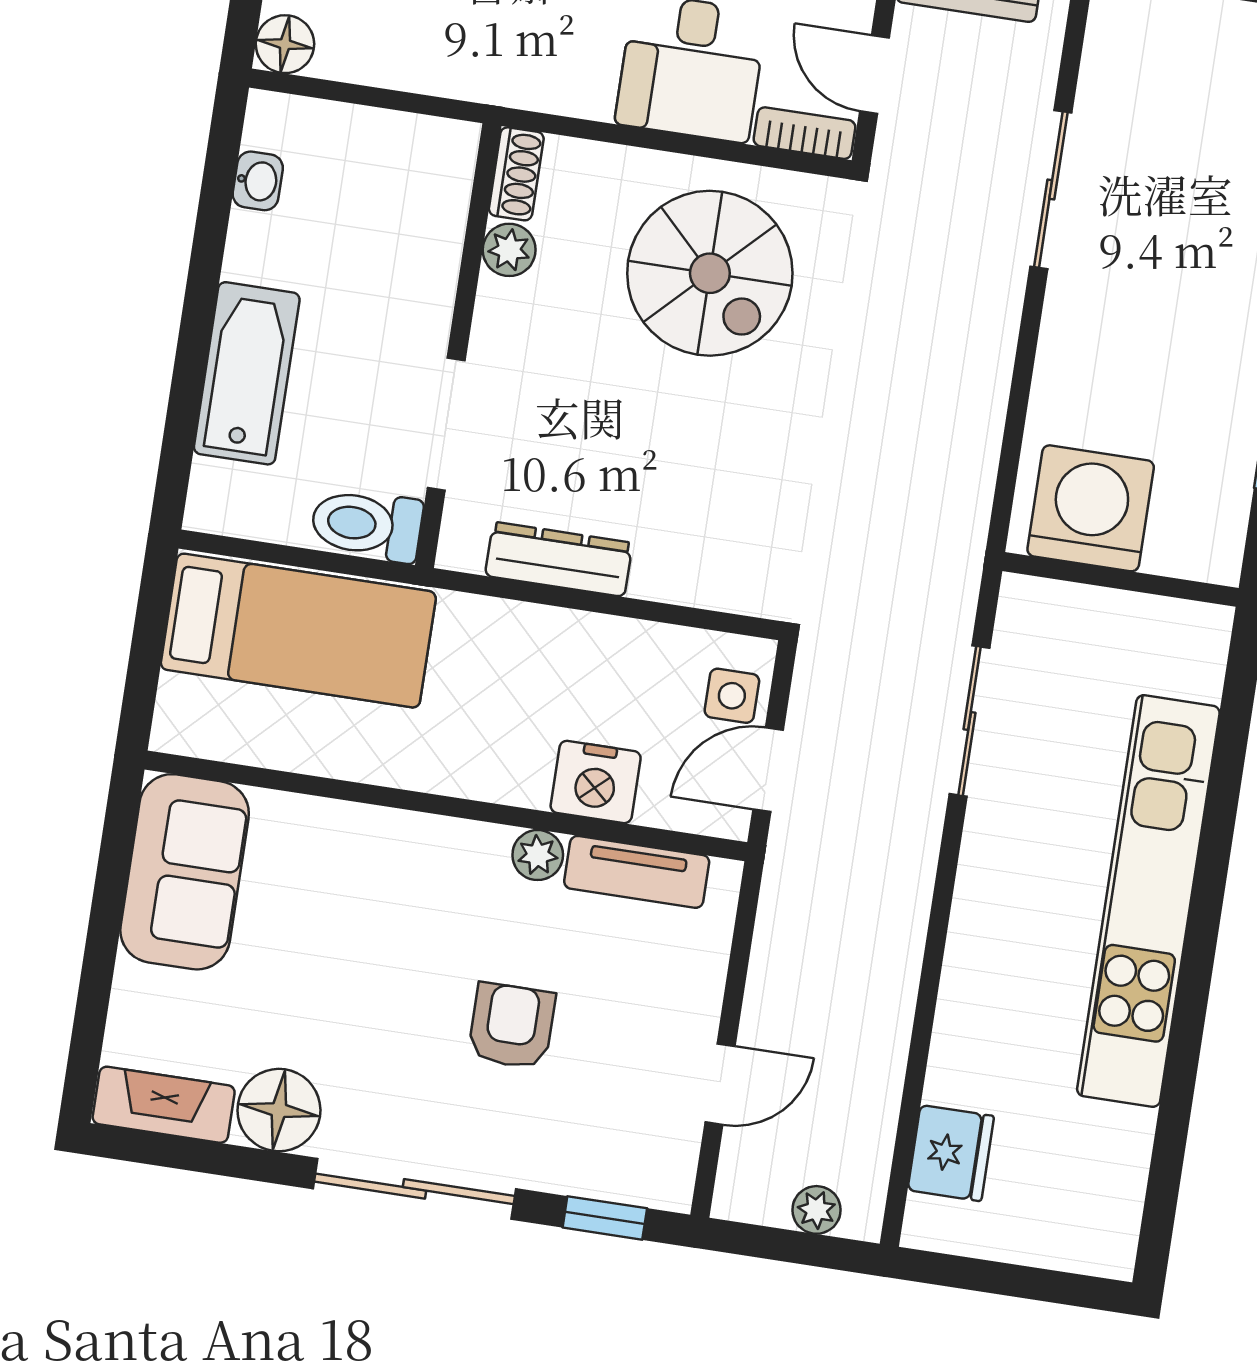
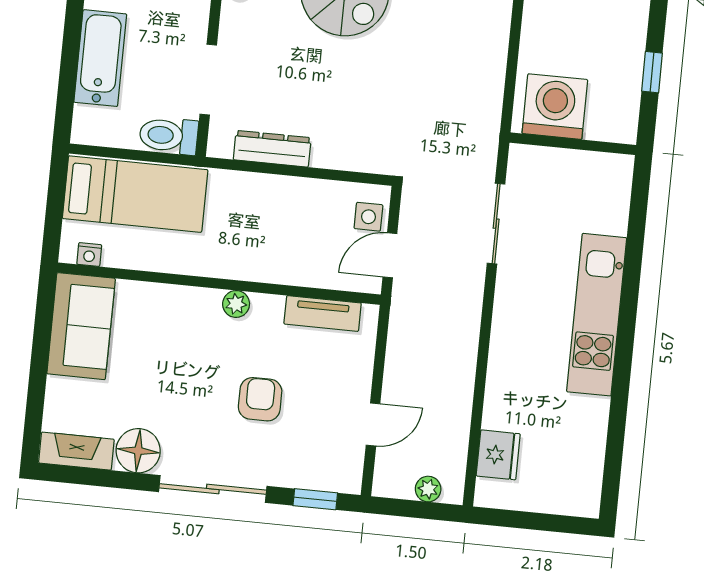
nightstand: (596, 782) -> (89, 254), moved, width x0.53, depth x0.56
plant: (538, 855) -> (236, 304), moved
kitchen unit: (1148, 901) -> (597, 315), width x0.73

